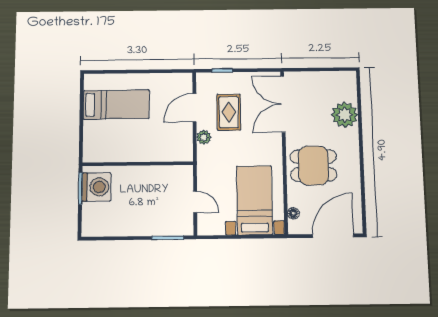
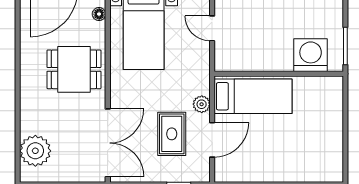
bed: (116, 104) -> (253, 96), moved, turned 180
plant: (345, 115) -> (35, 151), moved
washing machine: (96, 187) -> (311, 55), moved, turned 90

